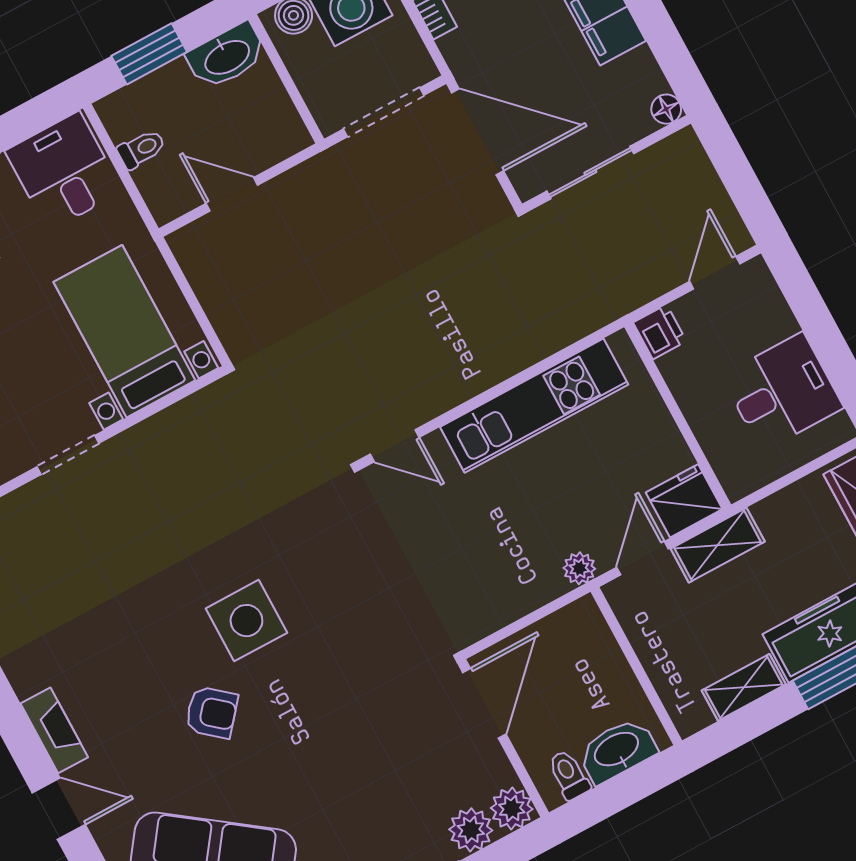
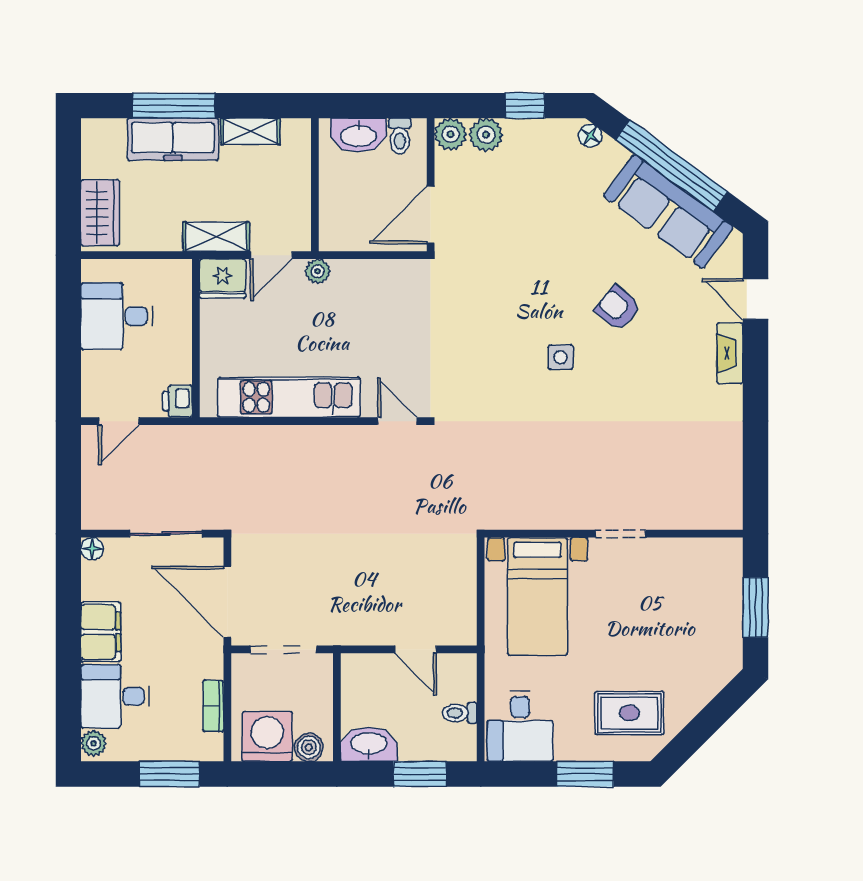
side table: (246, 621) -> (561, 357), width x0.54, depth x0.54

